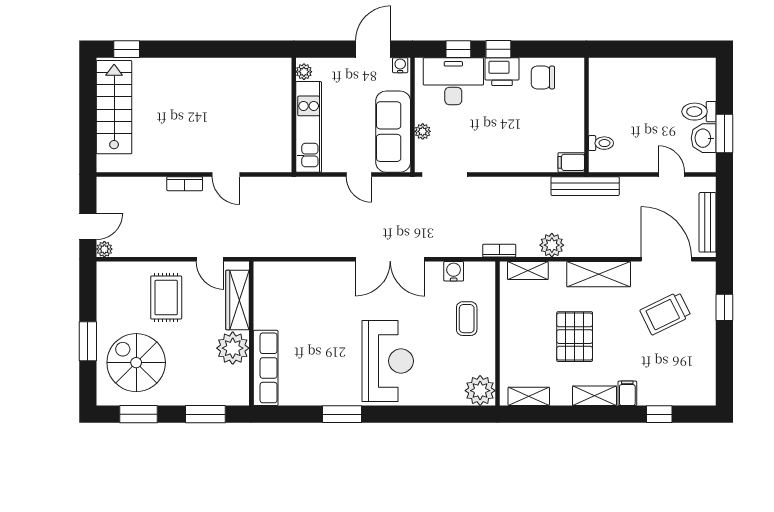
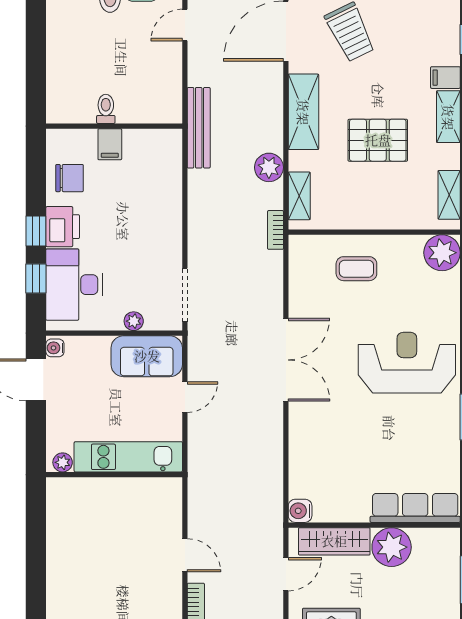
chair: (543, 77) -> (70, 178), turned -90
sofa: (393, 132) -> (147, 356), width x0.73
toilet: (601, 143) -> (106, 109), moved
filing cabinet: (571, 162) -> (110, 144), moved
door: (226, 174) -> (185, 555), hinge flipped
water cooler: (454, 271) -> (300, 511), moved

